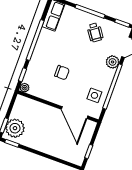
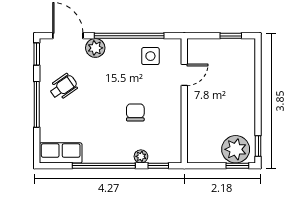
plant: (25, 88) -> (141, 156), moved
door: (75, 113) -> (184, 75), width x0.53

